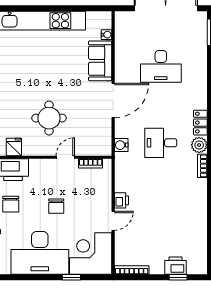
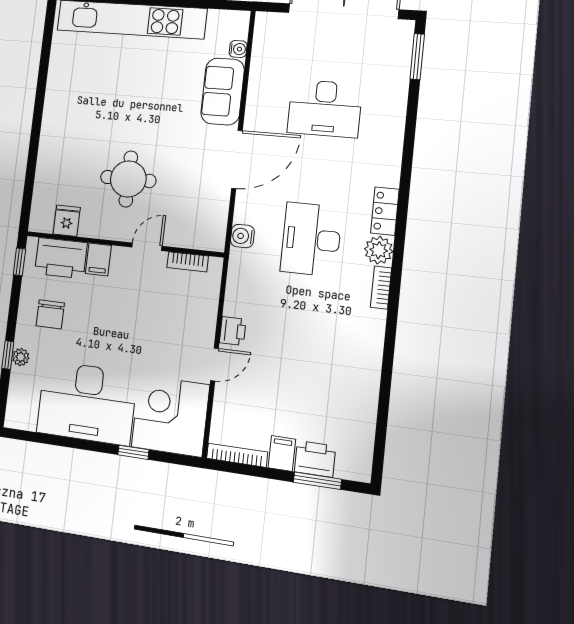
desk: (161, 143) -> (311, 239), width x1.37
filing cabinet: (36, 168) -> (98, 259), added
chair: (56, 206) -> (123, 327), removed
filing cabinet: (157, 265) -> (282, 453), added
window: (178, 277) -> (317, 481), width x1.50

